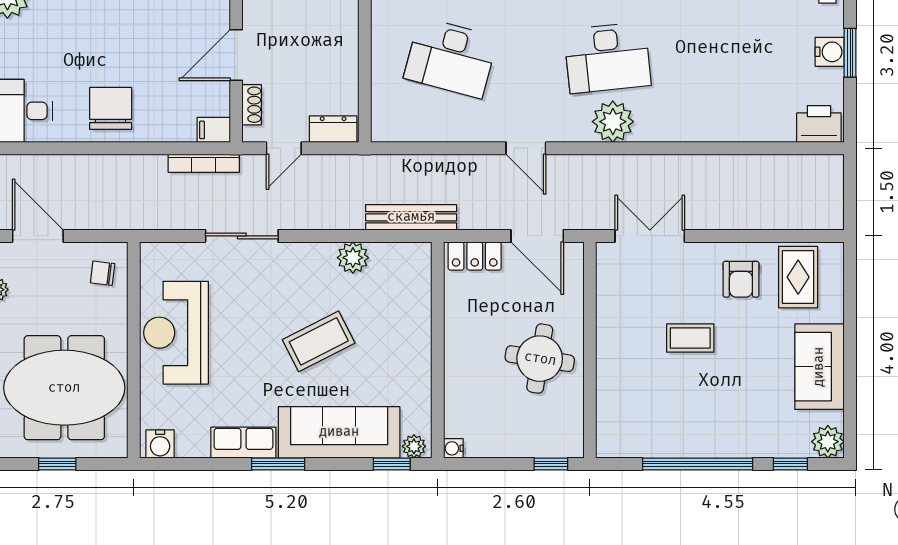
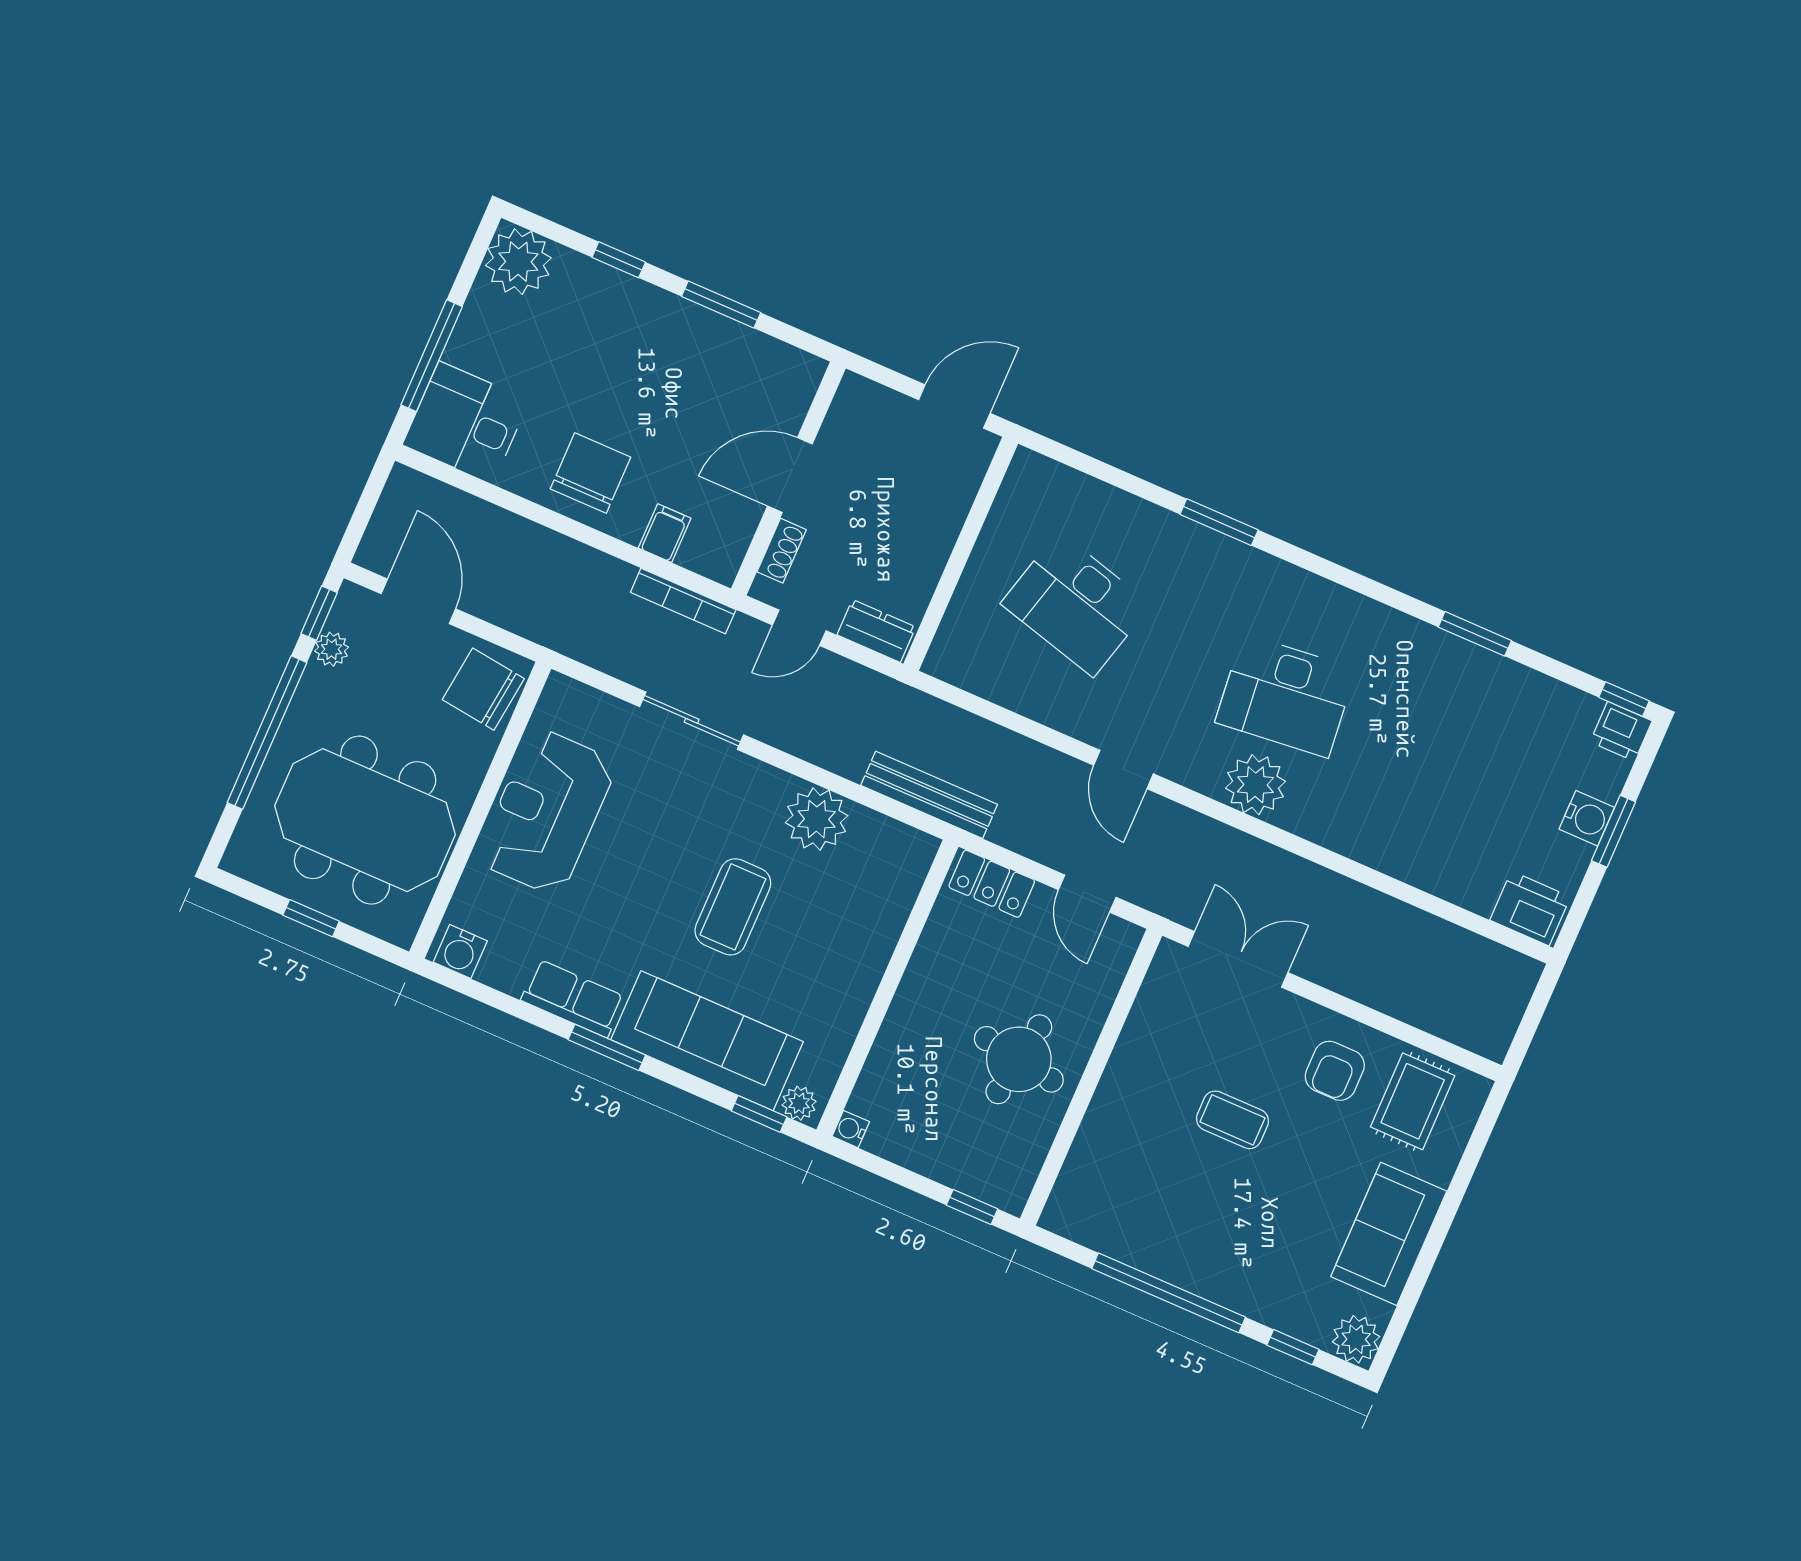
filing cabinet: (214, 130) -> (665, 533), moved, turned 90
door: (537, 236) -> (1087, 894), width x0.73
plant: (353, 258) -> (817, 819), width x1.36, depth x1.36
chair: (103, 273) -> (483, 689), width x1.87, depth x1.87
coffee table: (319, 341) -> (733, 907), turned -63

